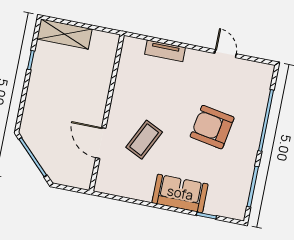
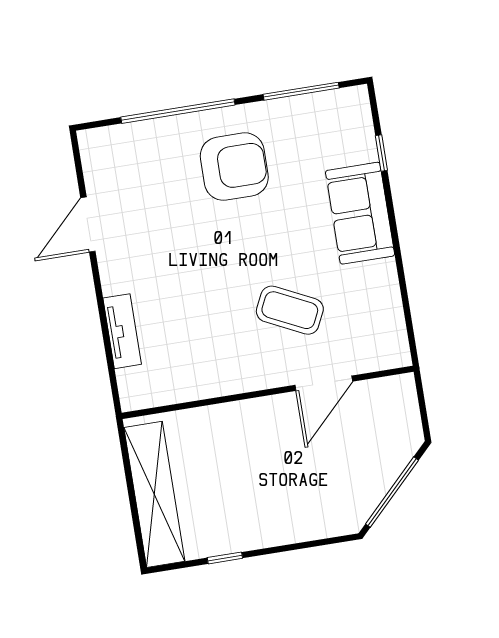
shelving: (64, 34) -> (154, 494), width x1.47
door: (226, 54) -> (88, 224), width x1.38
armchair: (212, 127) -> (234, 167), moved, turned -100

